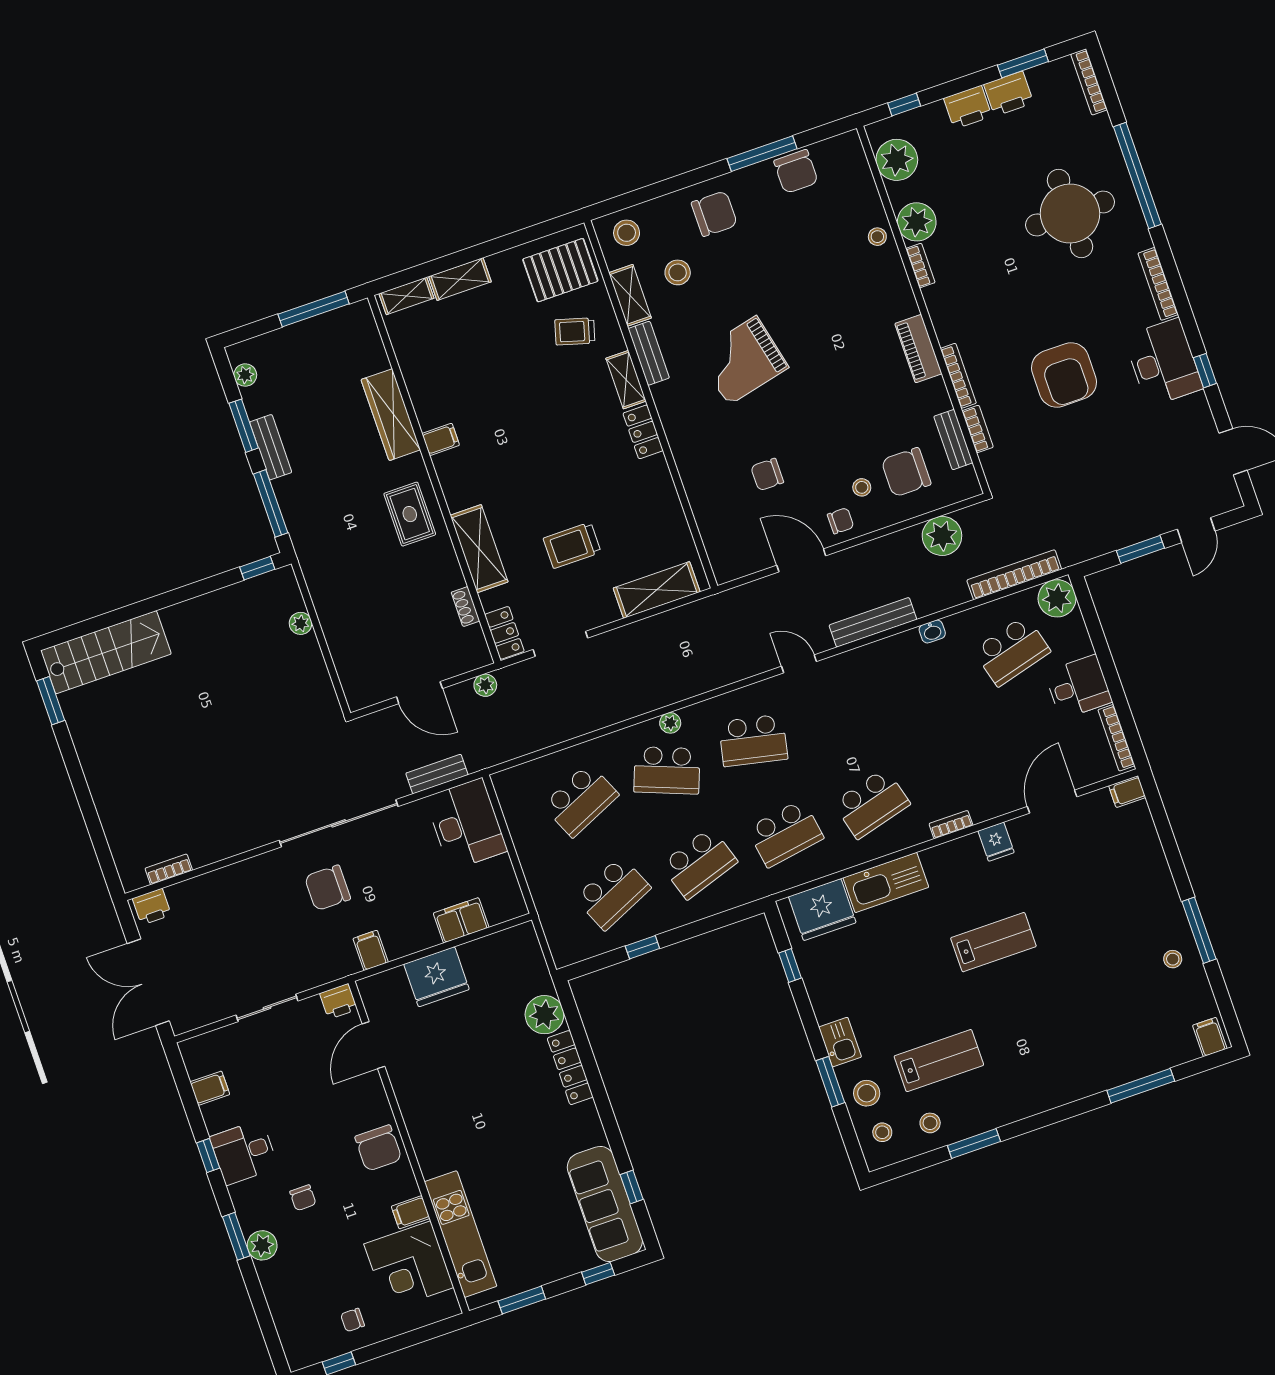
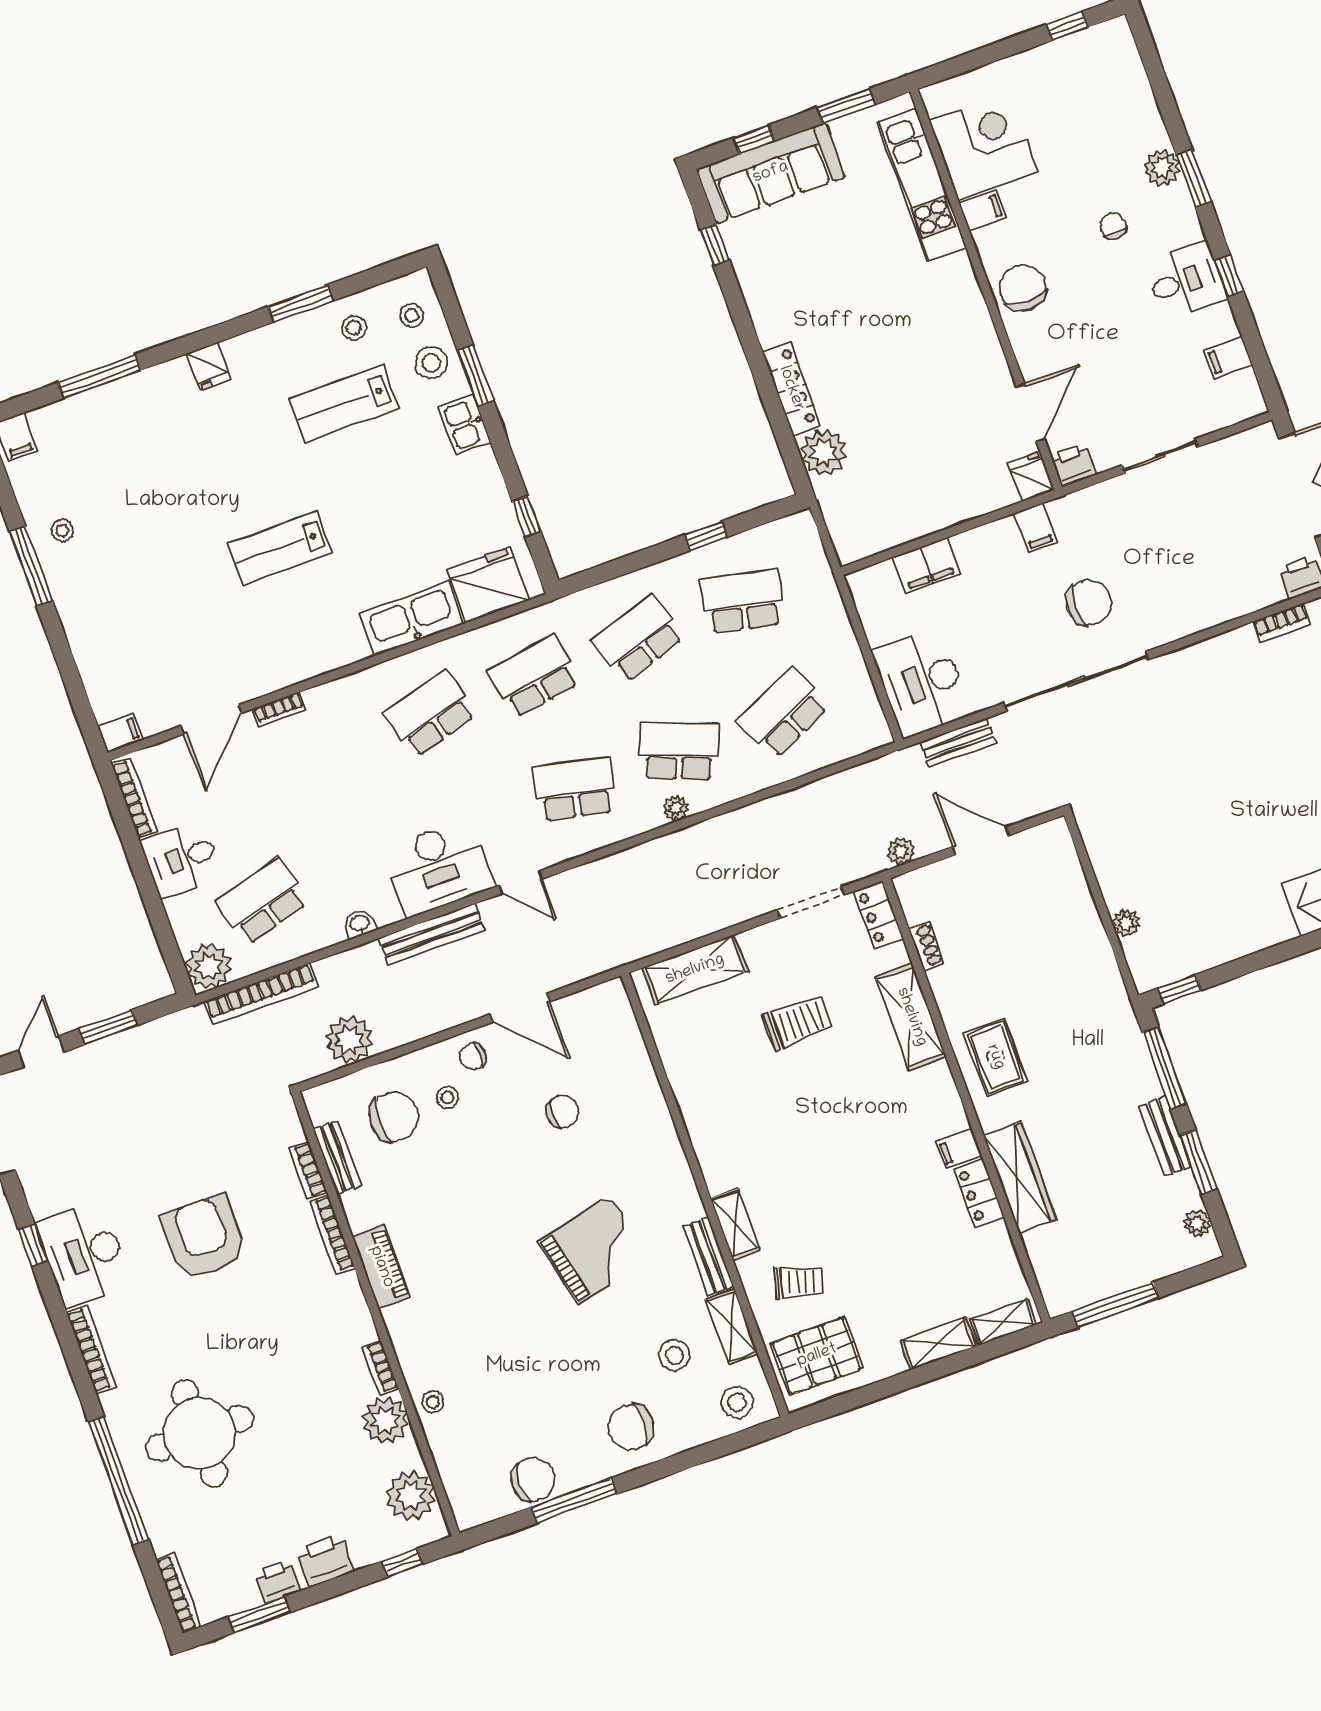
printer: (1009, 94) -> (277, 1581), width x0.73, depth x0.81
chair: (796, 171) -> (533, 1480), turned 90
locker: (643, 432) -> (979, 1193), moved, turned 180
desk: (867, 677) -> (438, 868), added
bookcase: (951, 825) -> (279, 710), moved
fridge: (996, 842) -> (209, 366), moved, turned 180
school desk: (613, 893) -> (743, 601), turned 36
fridge: (437, 977) -> (1031, 477), moved, width x0.53, depth x0.75
sofa: (605, 1204) -> (771, 173), moved, turned 90
chair: (353, 1320) -> (1051, 79), removed

